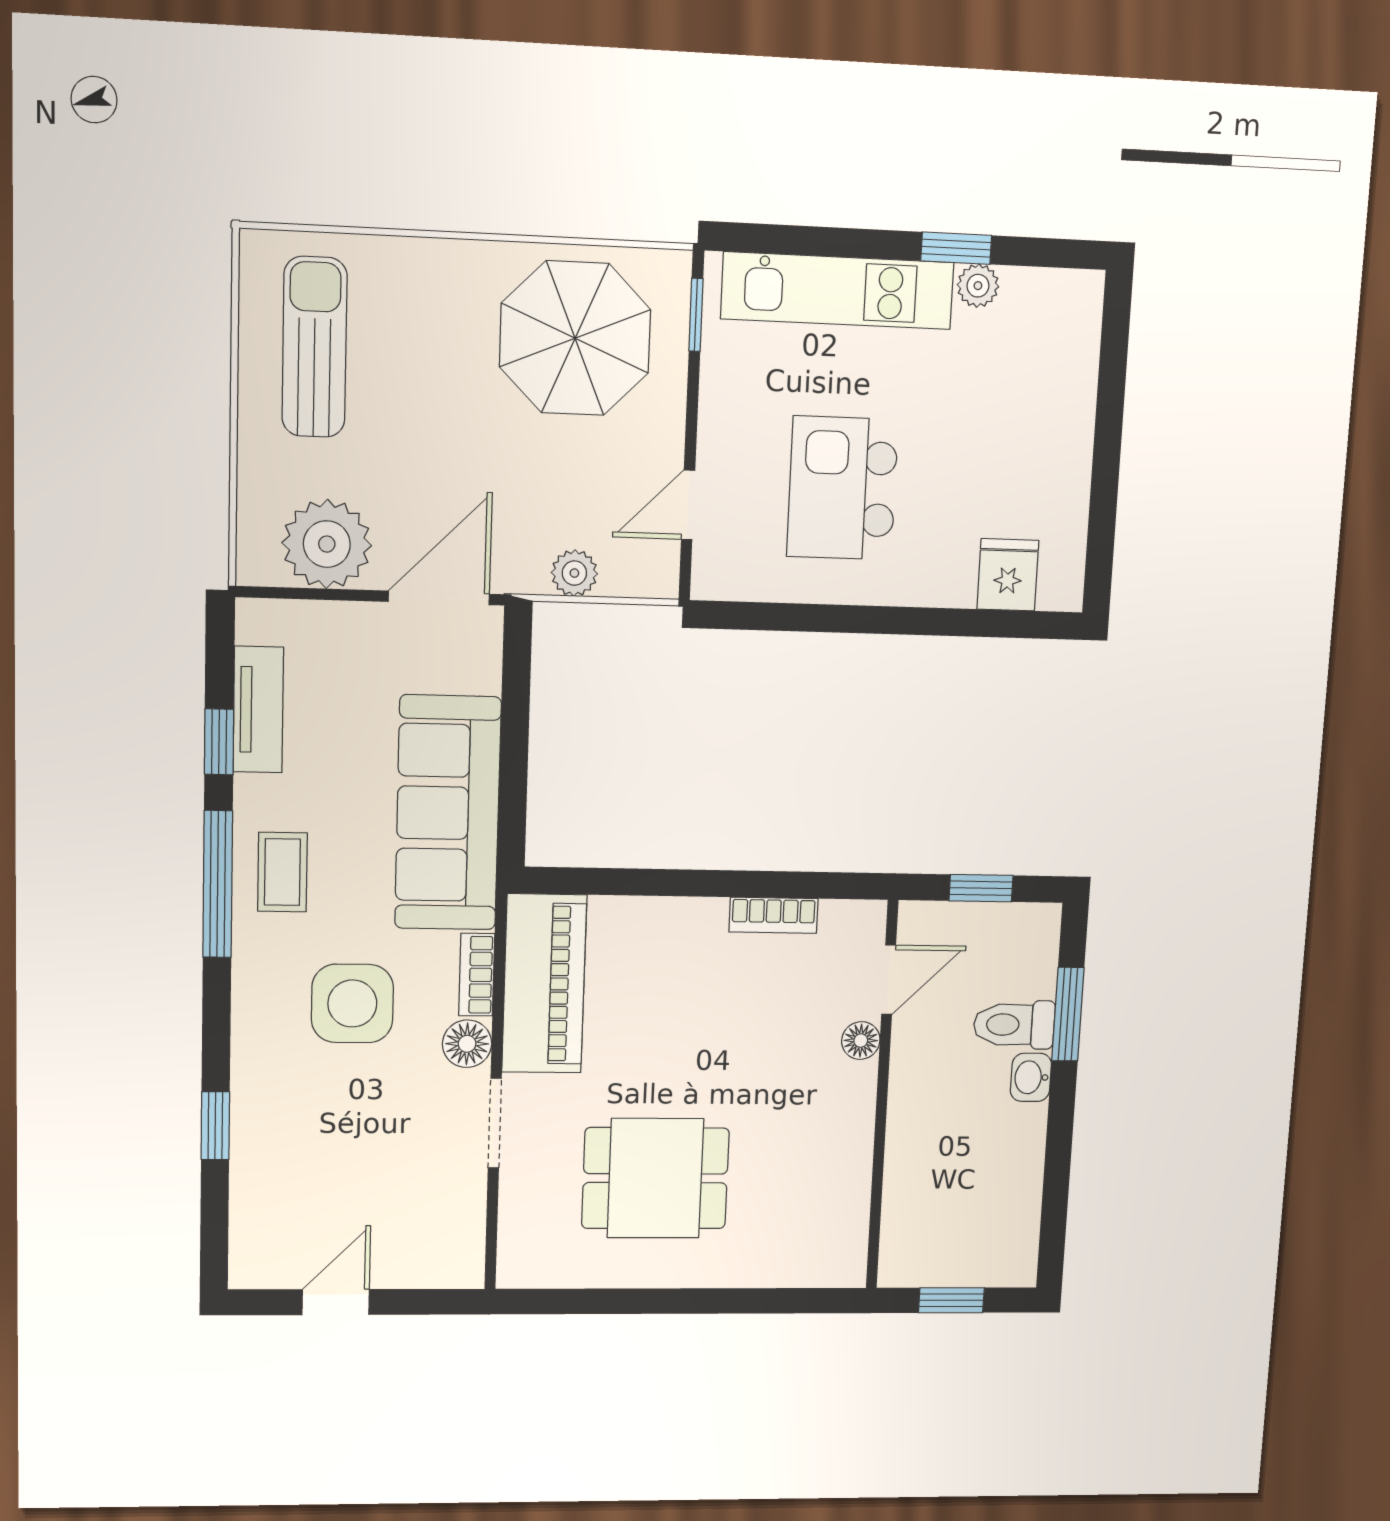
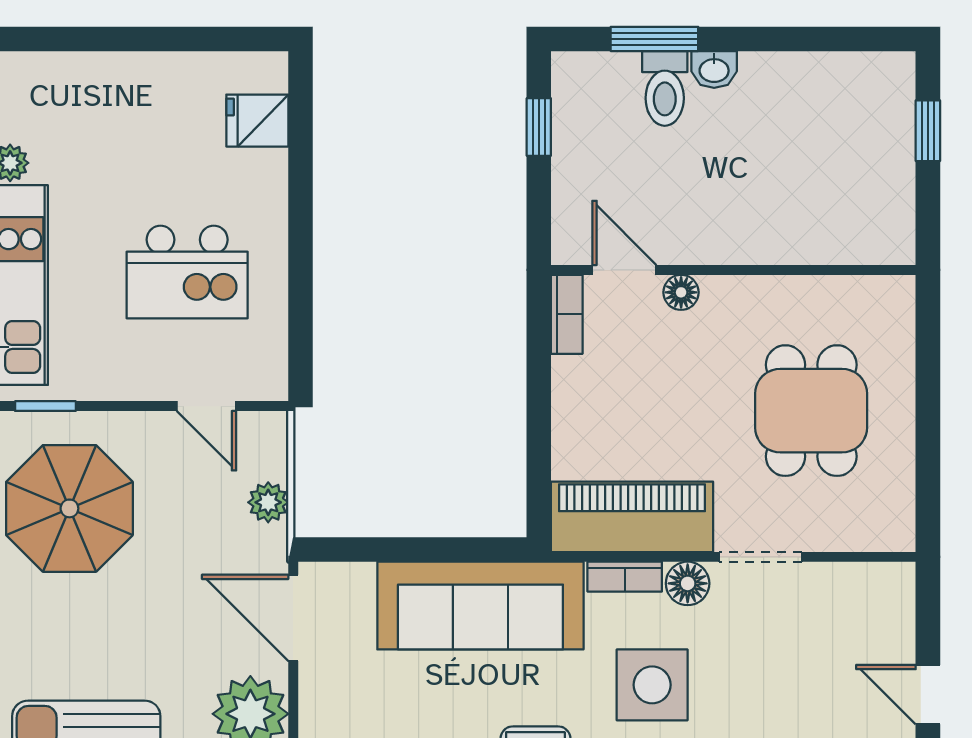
door: (889, 980) -> (624, 270), moved
floor lamp: (861, 1041) -> (681, 292), moved
wall: (882, 1097) -> (733, 270), moved

